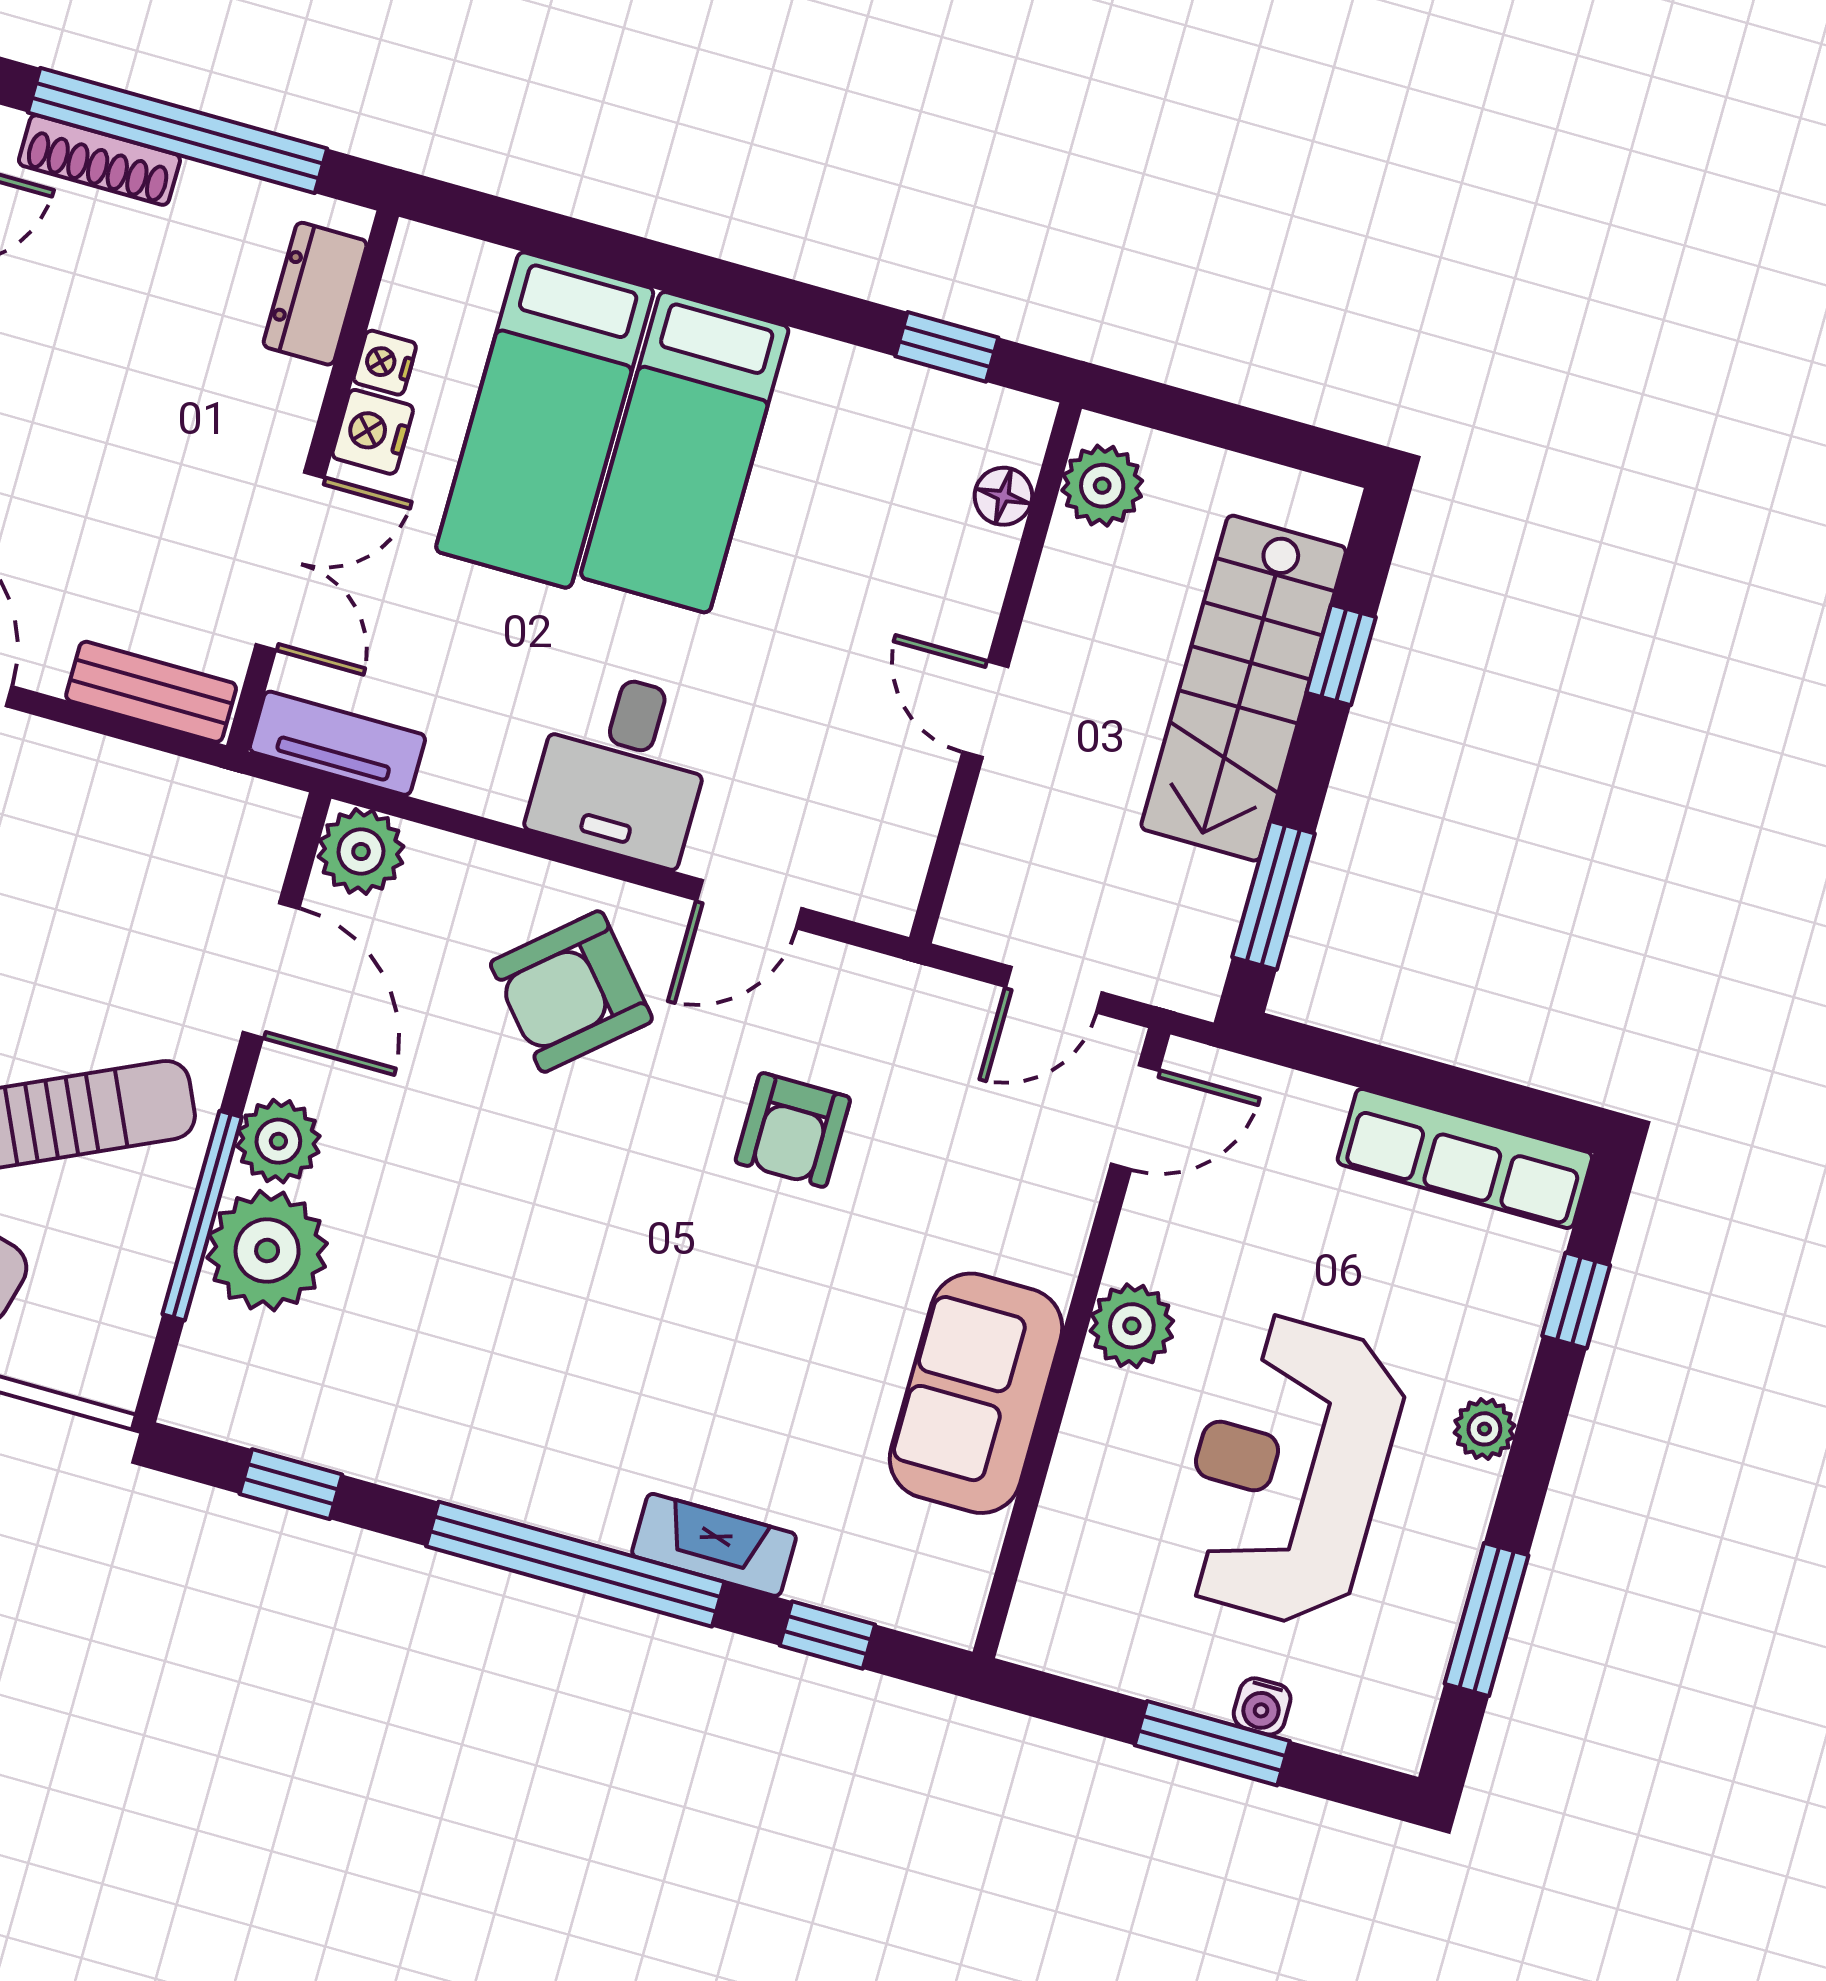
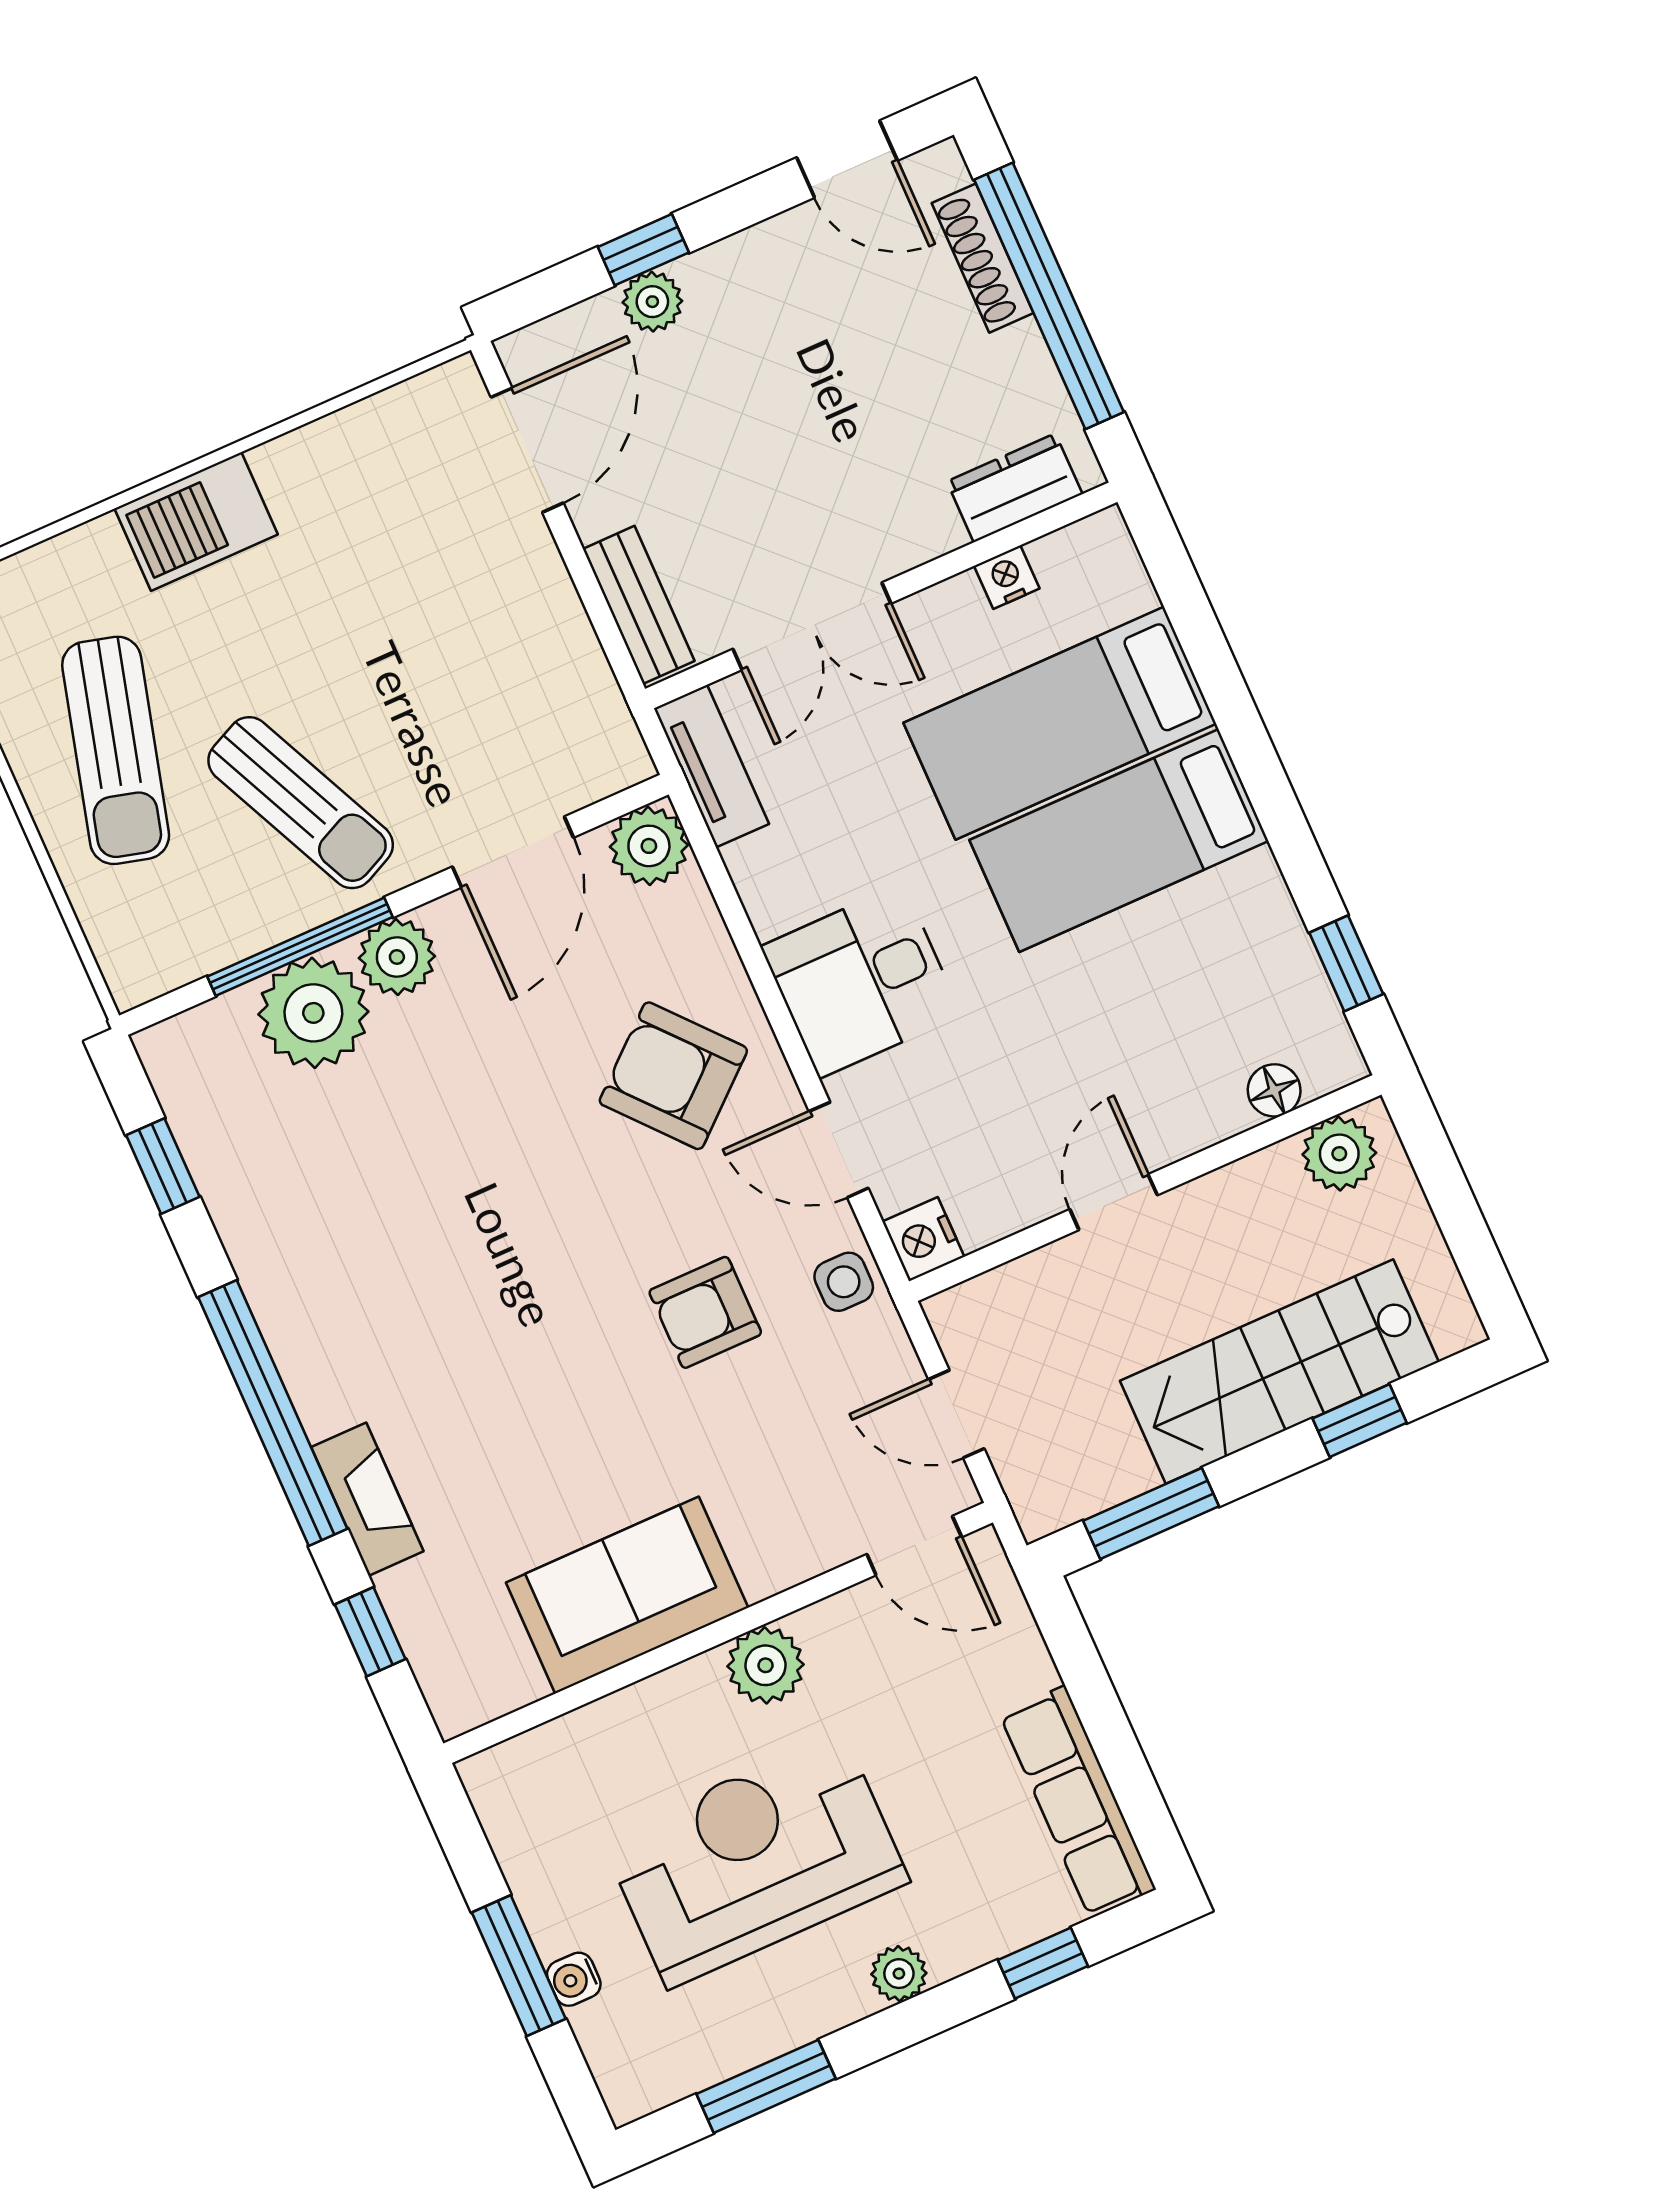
nightstand: (373, 432) -> (923, 1239), moved, turned -90
side table: (864, 992) -> (844, 1282), added

